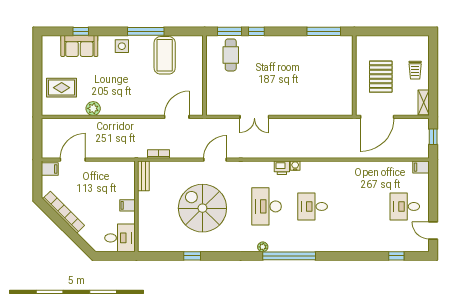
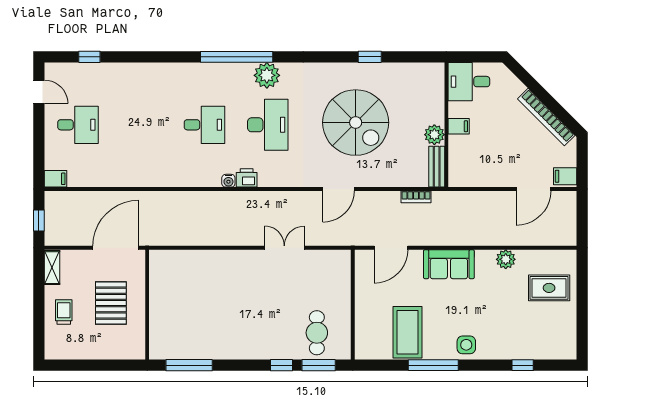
sofa: (79, 46) -> (449, 264), moved, turned 180
plant: (145, 199) -> (434, 135), added
plant: (263, 247) -> (267, 75), width x1.88, depth x1.88

